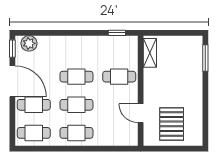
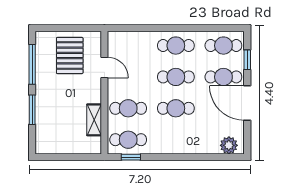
cafe table: (119, 48) -> (128, 140), added
window: (12, 49) -> (247, 60), moved
shelving: (150, 53) -> (94, 120), moved
window: (205, 58) -> (32, 110), moved
window: (205, 116) -> (32, 64), added

